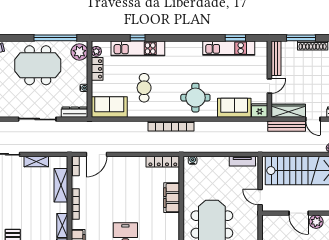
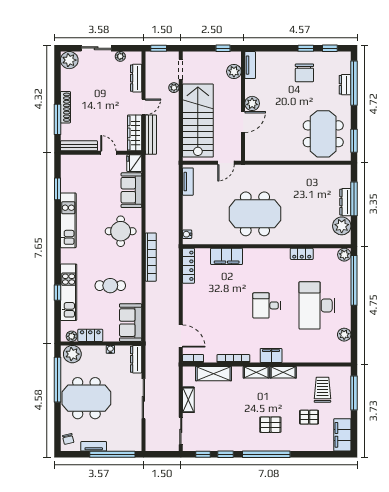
kitchen unit: (229, 48) -> (68, 220), moved
meeting table: (38, 65) -> (86, 398), turned 90

